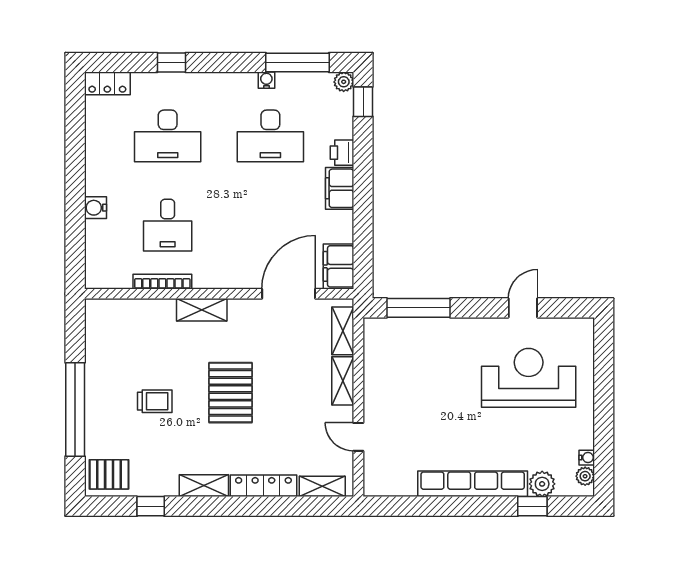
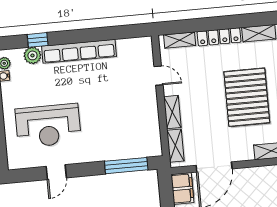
pallet: (231, 393) -> (247, 97), width x1.37, depth x1.41

